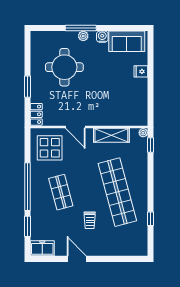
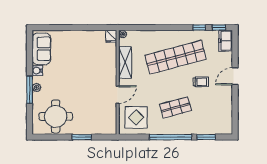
round table: (64, 67) -> (56, 116), moved
fridge: (141, 71) -> (111, 36), moved
locker: (36, 114) -> (106, 129), removed
window: (151, 145) -> (219, 28), moved
freezer: (42, 248) -> (226, 41), moved
door: (77, 259) -> (235, 76), moved

